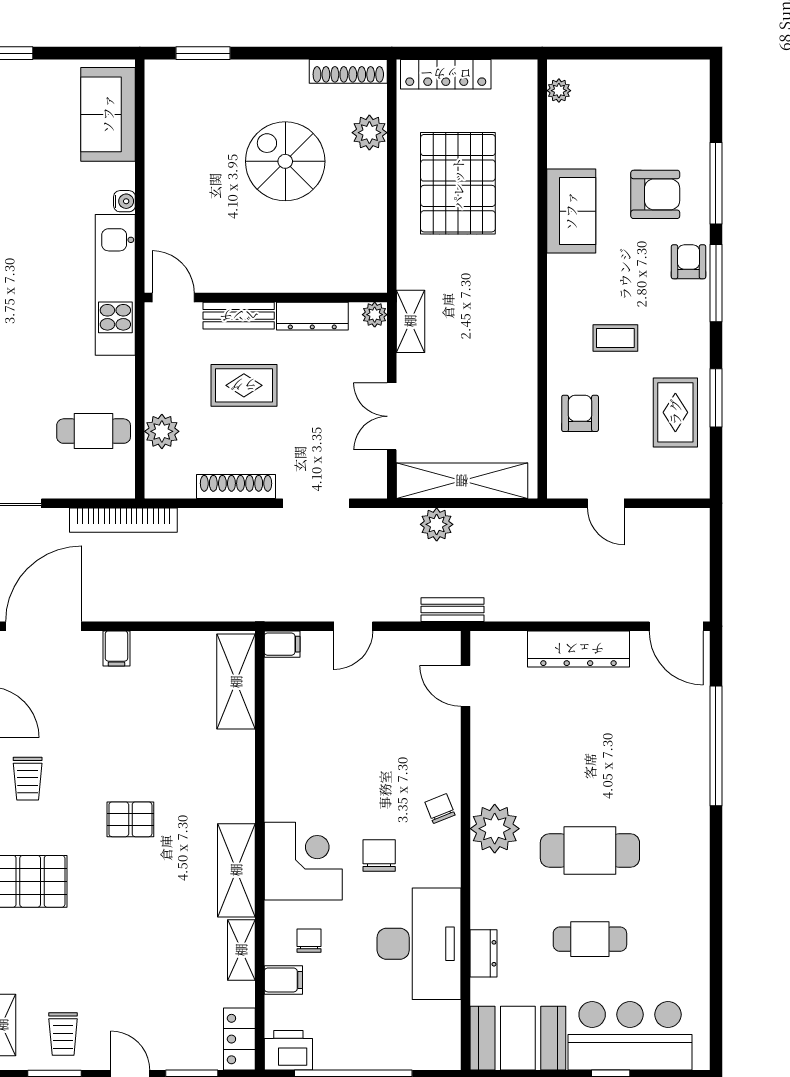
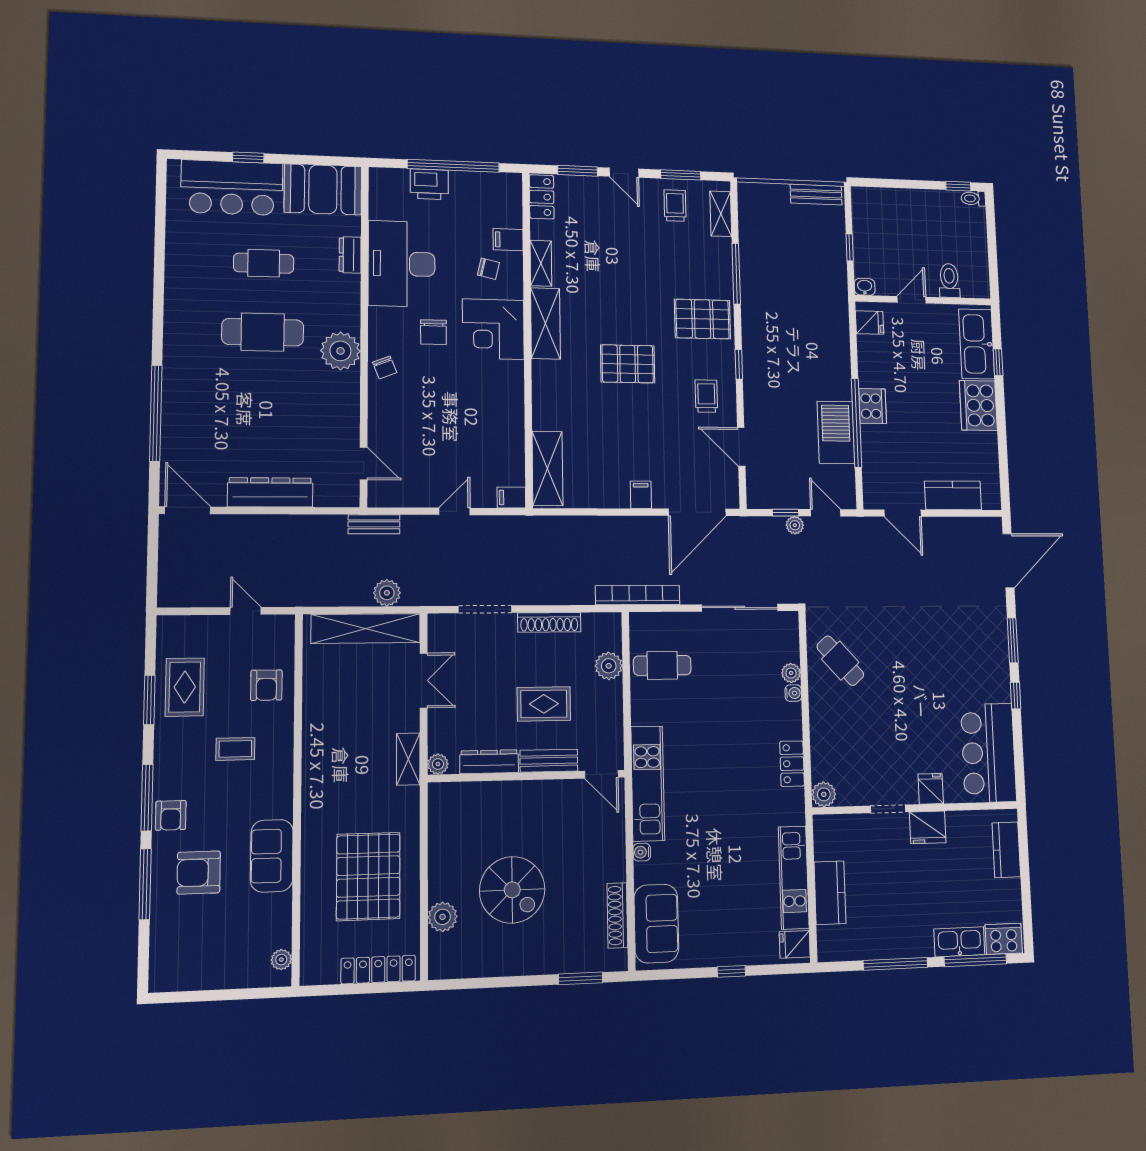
shoe rack: (348, 71) -> (617, 915), moved, turned -90
pallet: (130, 819) -> (628, 364), width x1.50, depth x1.42
chair: (309, 941) -> (488, 269), turned -77
printer: (288, 1050) -> (429, 184), moved

